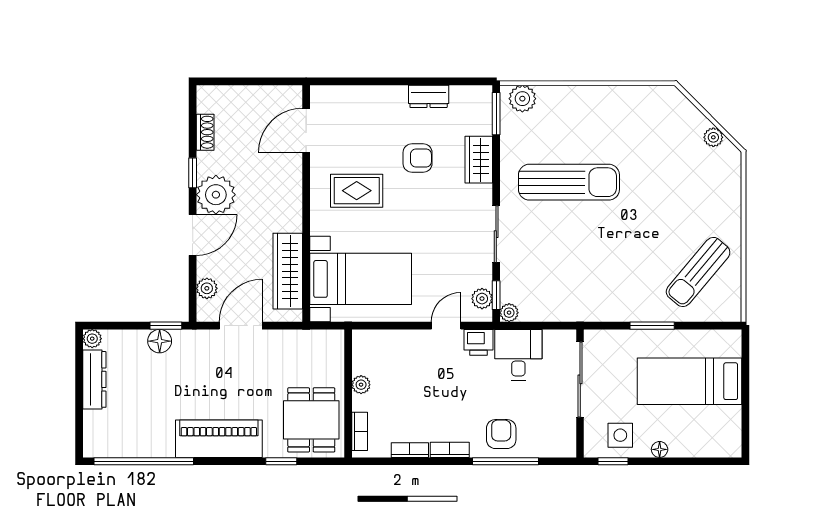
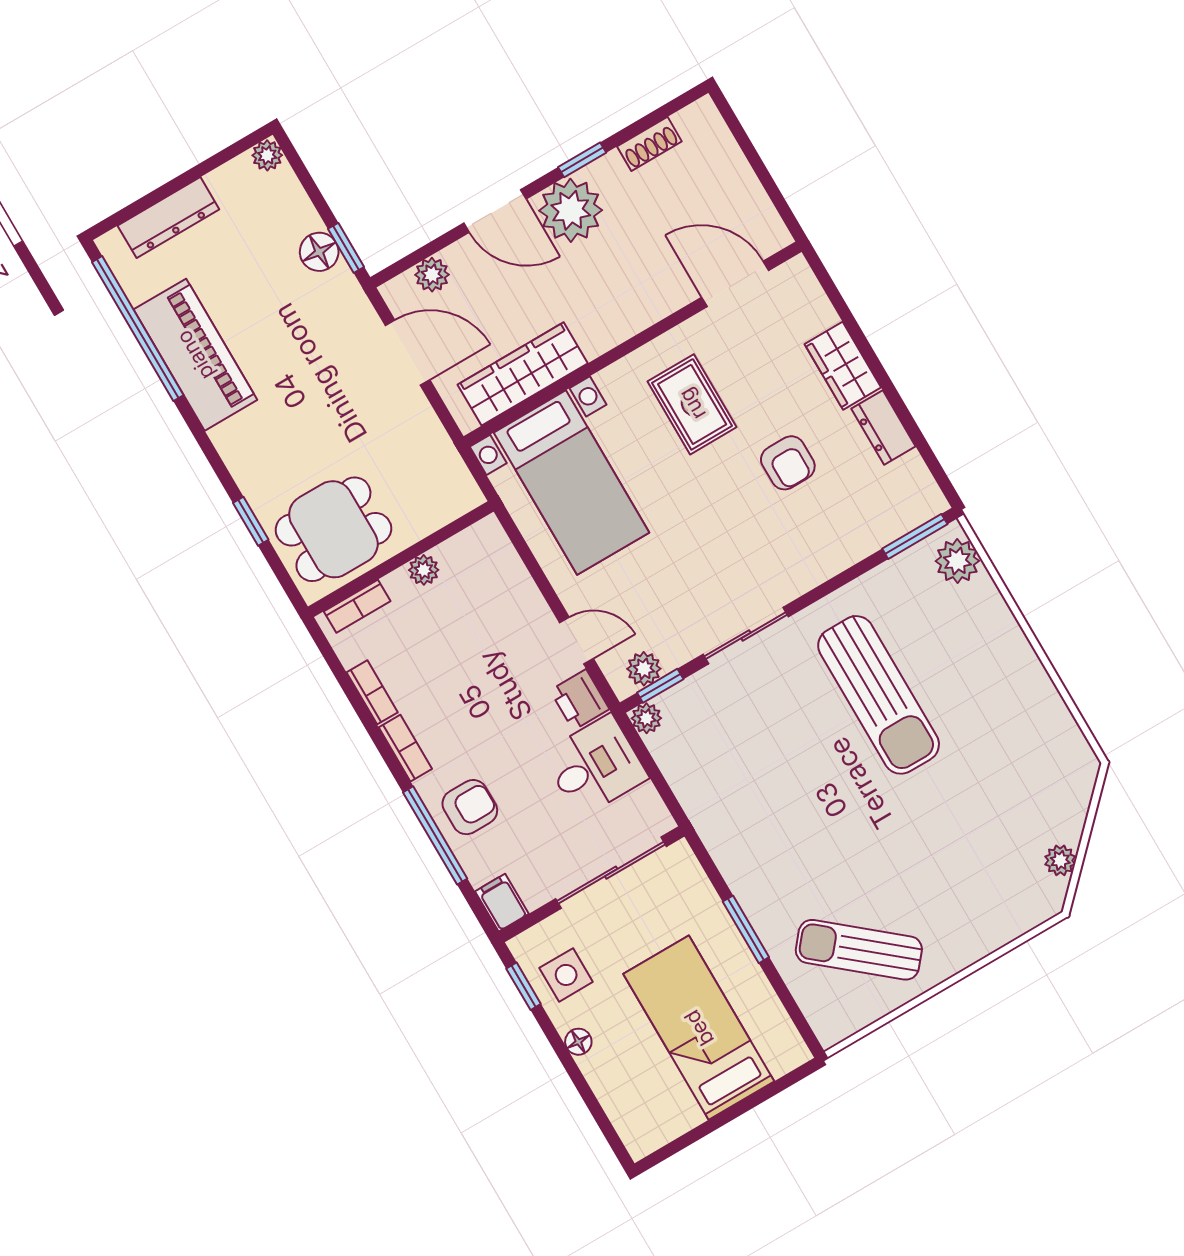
wardrobe: (479, 160) -> (843, 366), moved, turned -90
dresser: (94, 379) -> (168, 218), moved
piano: (219, 439) -> (195, 355), moved
filing cabinet: (562, 447) -> (502, 903), added

